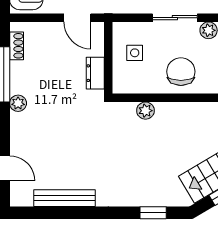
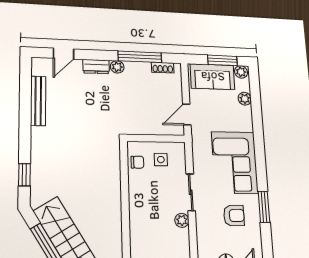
chair: (181, 72) -> (137, 162), moved, width x0.54, depth x0.54
dresser: (95, 73) -> (96, 67), moved, turned 180
plant: (145, 111) -> (113, 168), removed

